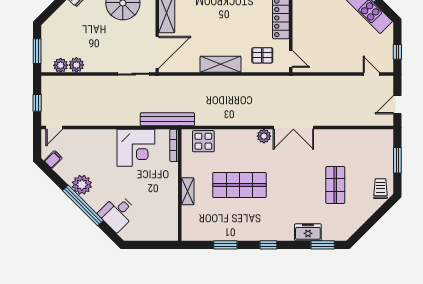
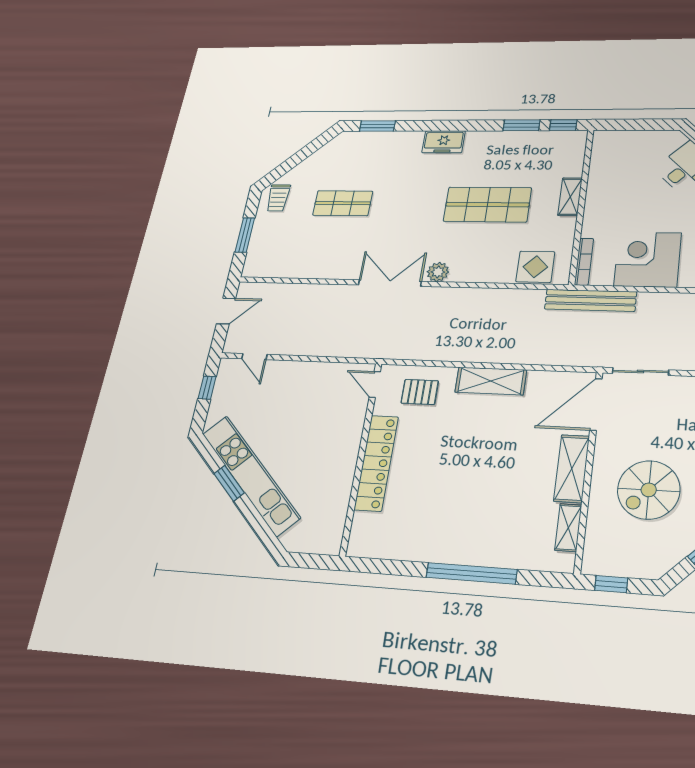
shop shelf: (335, 185) -> (343, 203), turned 90
freezer: (308, 232) -> (444, 142), moved
window: (268, 245) -> (563, 125), moved

